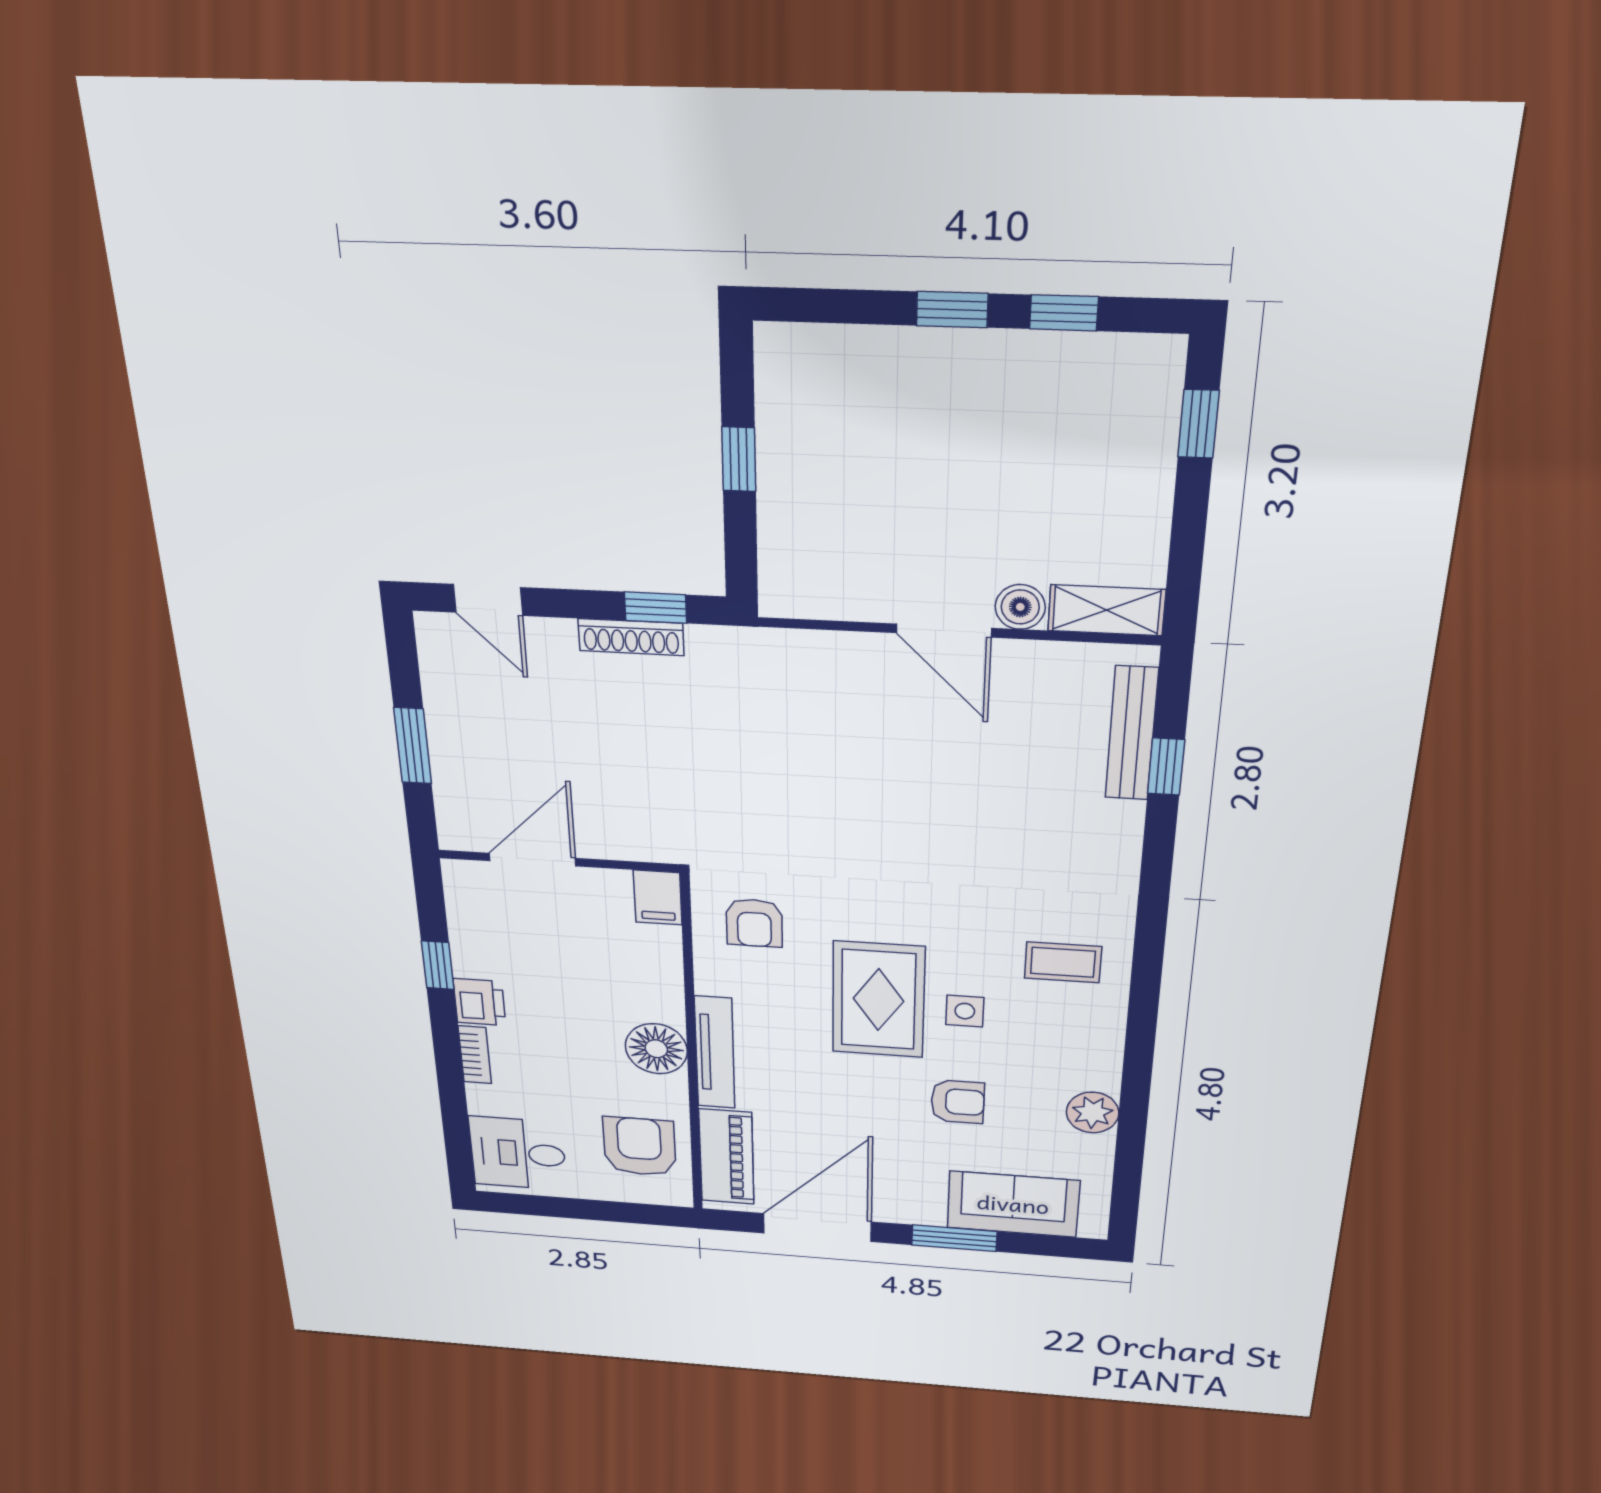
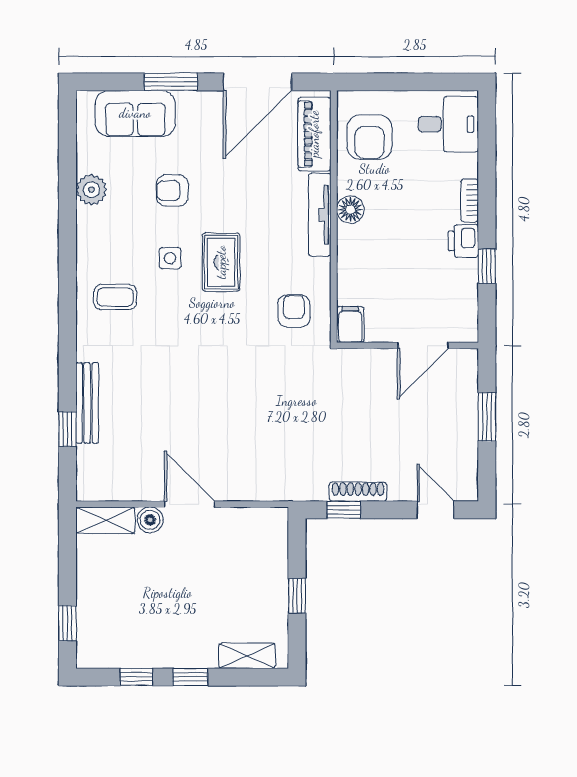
shelving: (836, 348) -> (247, 656), added
bench: (1132, 733) -> (87, 403), moved
rug: (878, 1000) -> (221, 262), width x0.73, depth x0.70
floor lamp: (656, 1049) -> (350, 210), width x0.73, depth x0.73

